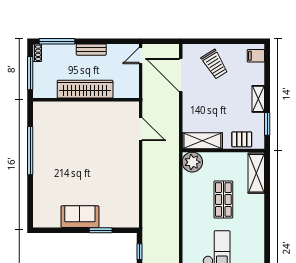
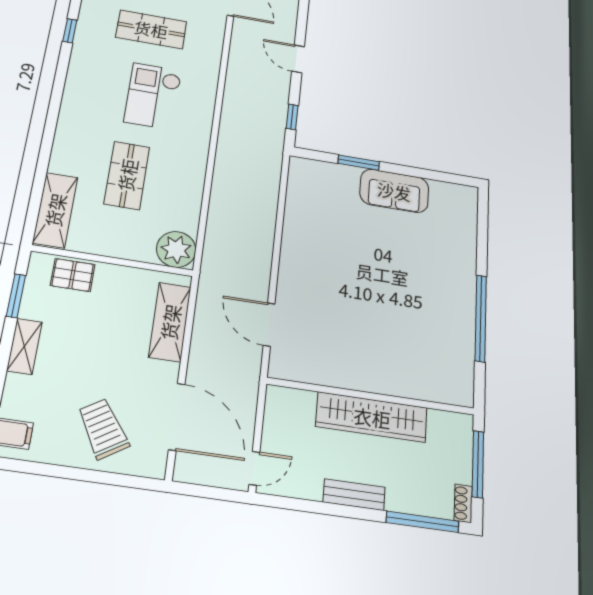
shelving: (202, 141) -> (170, 322), moved, turned 90

